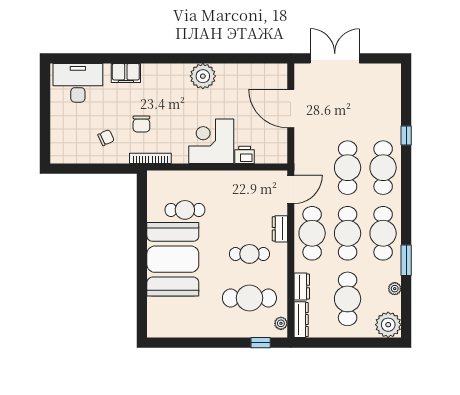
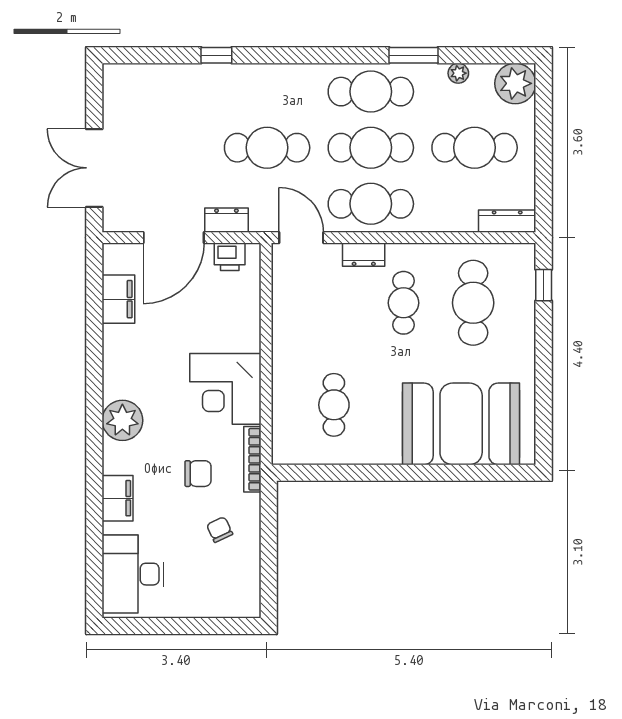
filing cabinet: (252, 74) -> (118, 299), added
plant: (203, 76) -> (122, 420), moved
corner desk: (211, 141) -> (225, 389), moved
printer: (245, 155) -> (230, 257), moved, turned -90
cafe table: (383, 168) -> (267, 92), removed
booth: (173, 259) -> (461, 424), moved
dresser: (302, 287) -> (226, 220), moved
plant: (281, 323) -> (513, 253), removed

